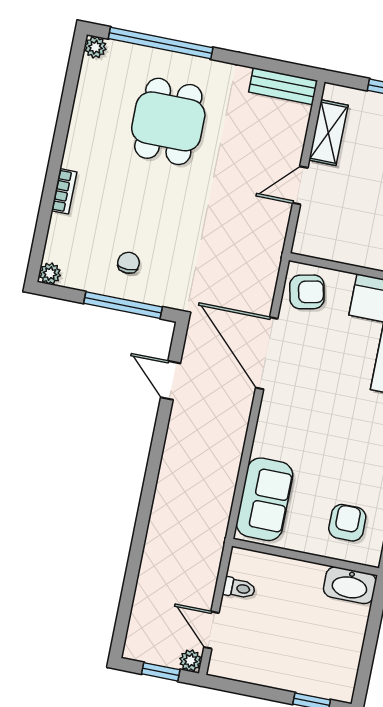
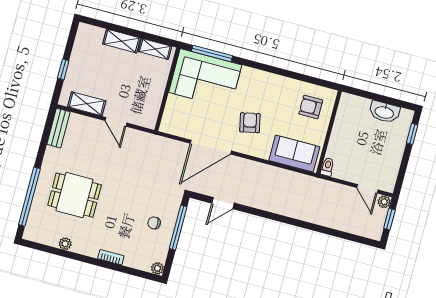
plant: (95, 47) -> (65, 244), moved
armchair: (307, 292) -> (250, 123), moved
washbasin: (350, 585) -> (384, 112), moved, turned 90
toilet: (239, 588) -> (327, 167), moved
door: (211, 630) -> (367, 189), hinge flipped

